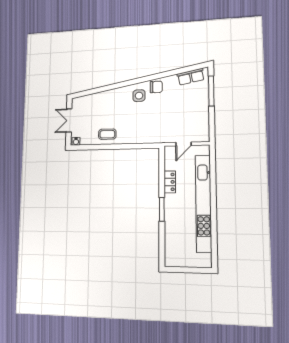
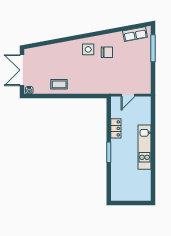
chair: (156, 87) -> (107, 52), moved
double door: (69, 120) -> (22, 70), width x1.37
kitchen unit: (203, 203) -> (145, 147), width x0.54

